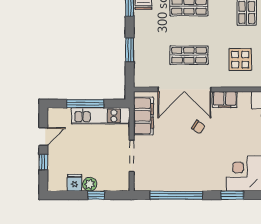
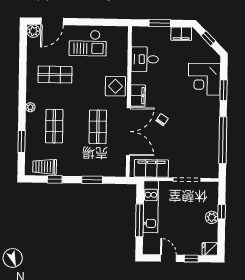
display table: (240, 60) -> (115, 86), moved
fridge: (75, 183) -> (210, 249), moved

